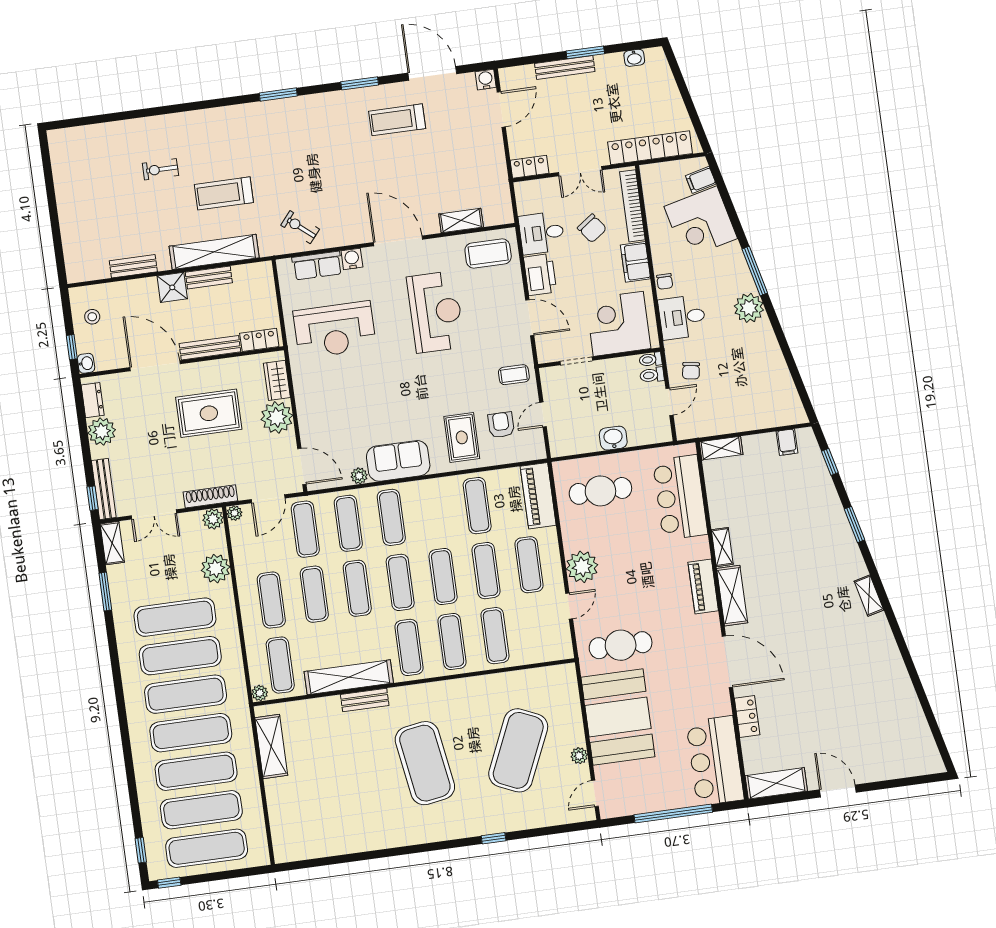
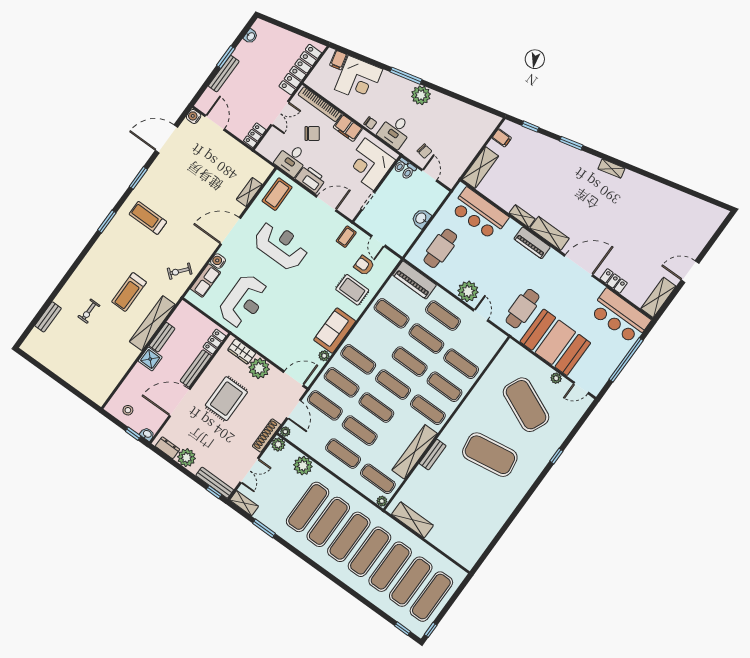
treadmill: (397, 120) -> (148, 218), moved, turned 90
bench: (133, 266) -> (48, 317), moved
shelving: (721, 448) -> (480, 168), width x1.50, depth x1.33
door: (595, 793) -> (581, 388), hinge flipped

